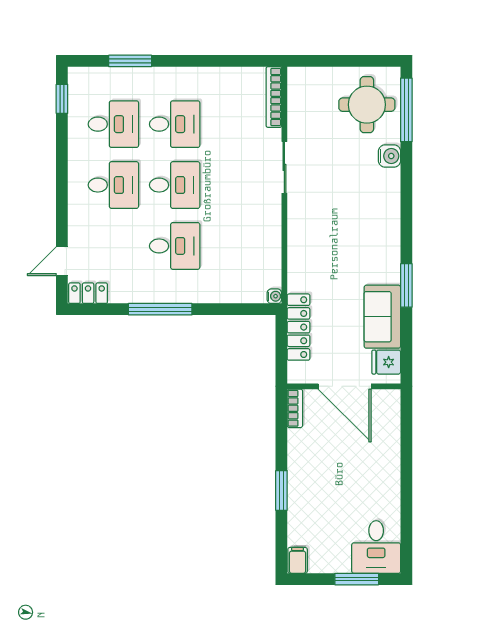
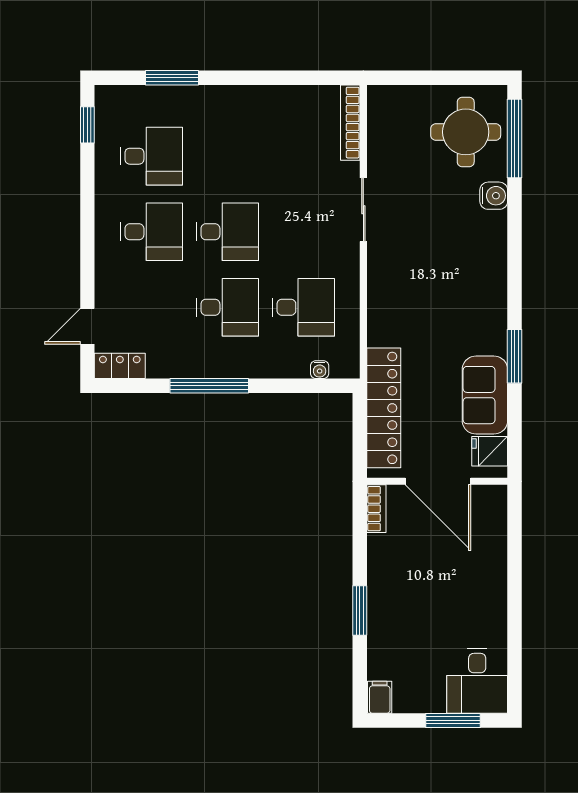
desk: (175, 124) -> (303, 307), moved
water cooler: (274, 296) -> (320, 370), moved, turned 90
locker: (298, 327) -> (384, 408), width x1.41, depth x1.21

